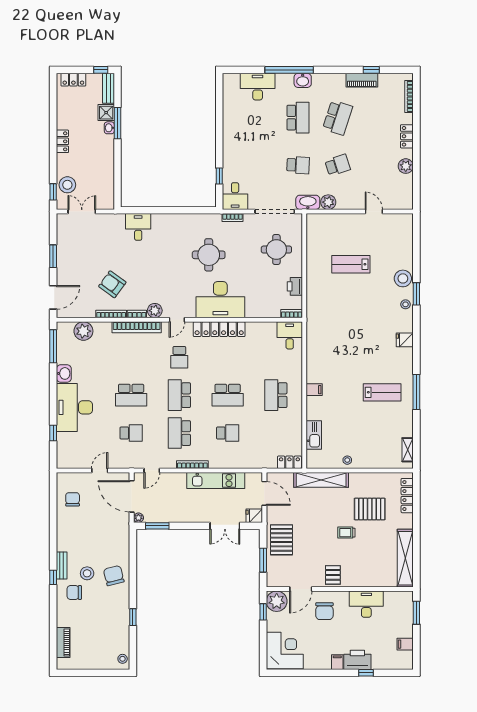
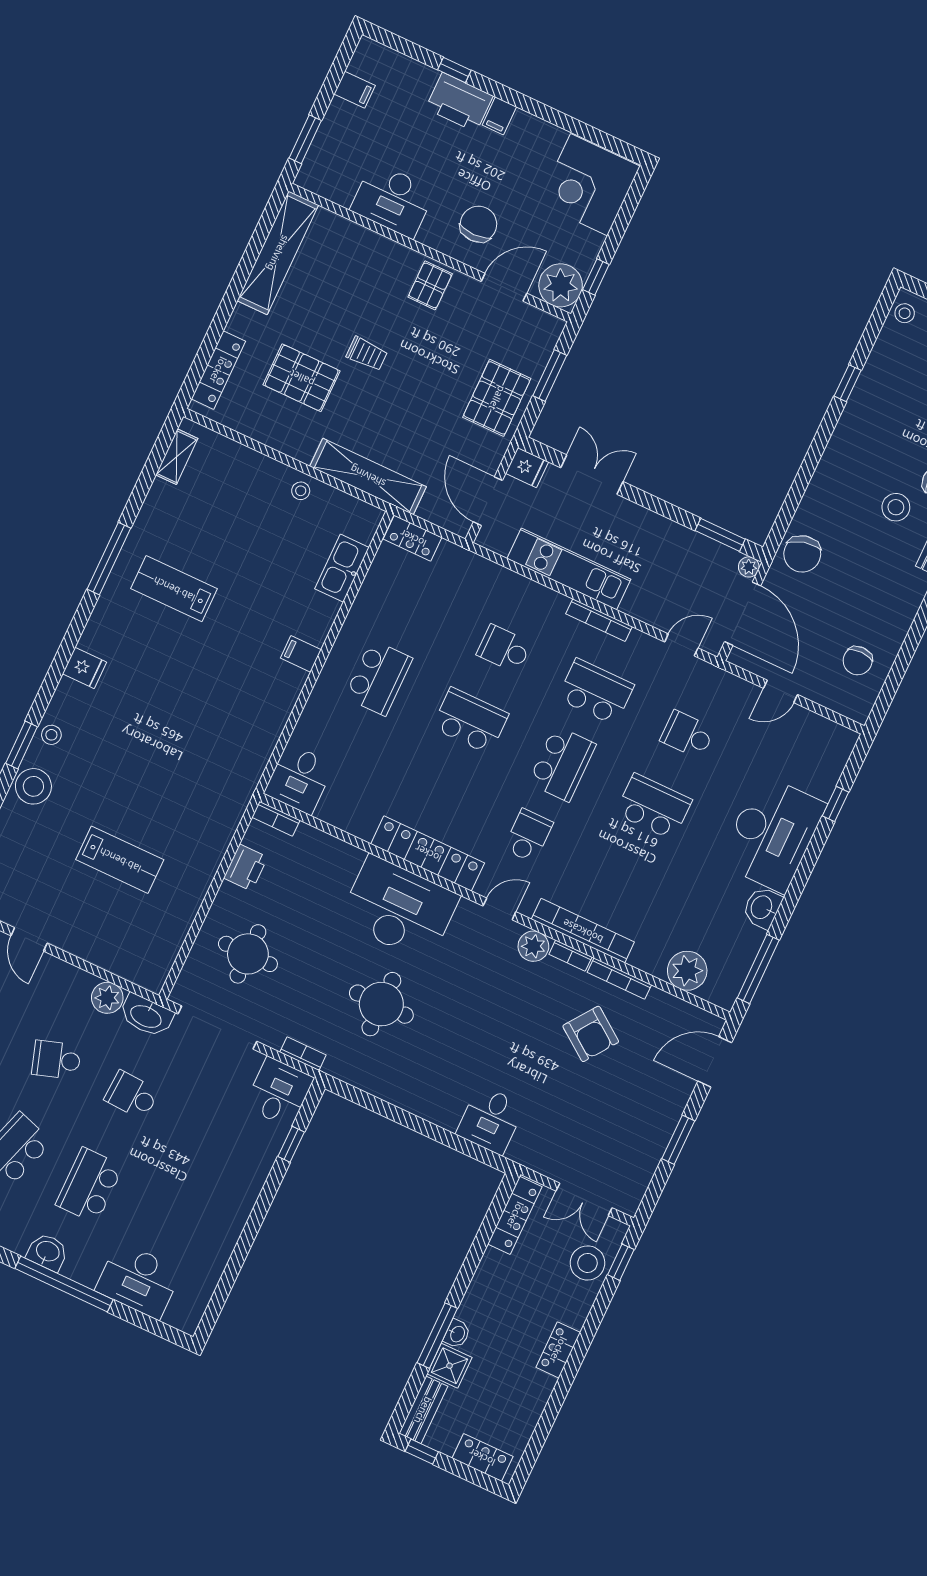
locker: (108, 191) -> (515, 1215), added
school desk: (179, 433) -> (596, 692), turned -90
chair: (114, 576) -> (802, 554), moved

